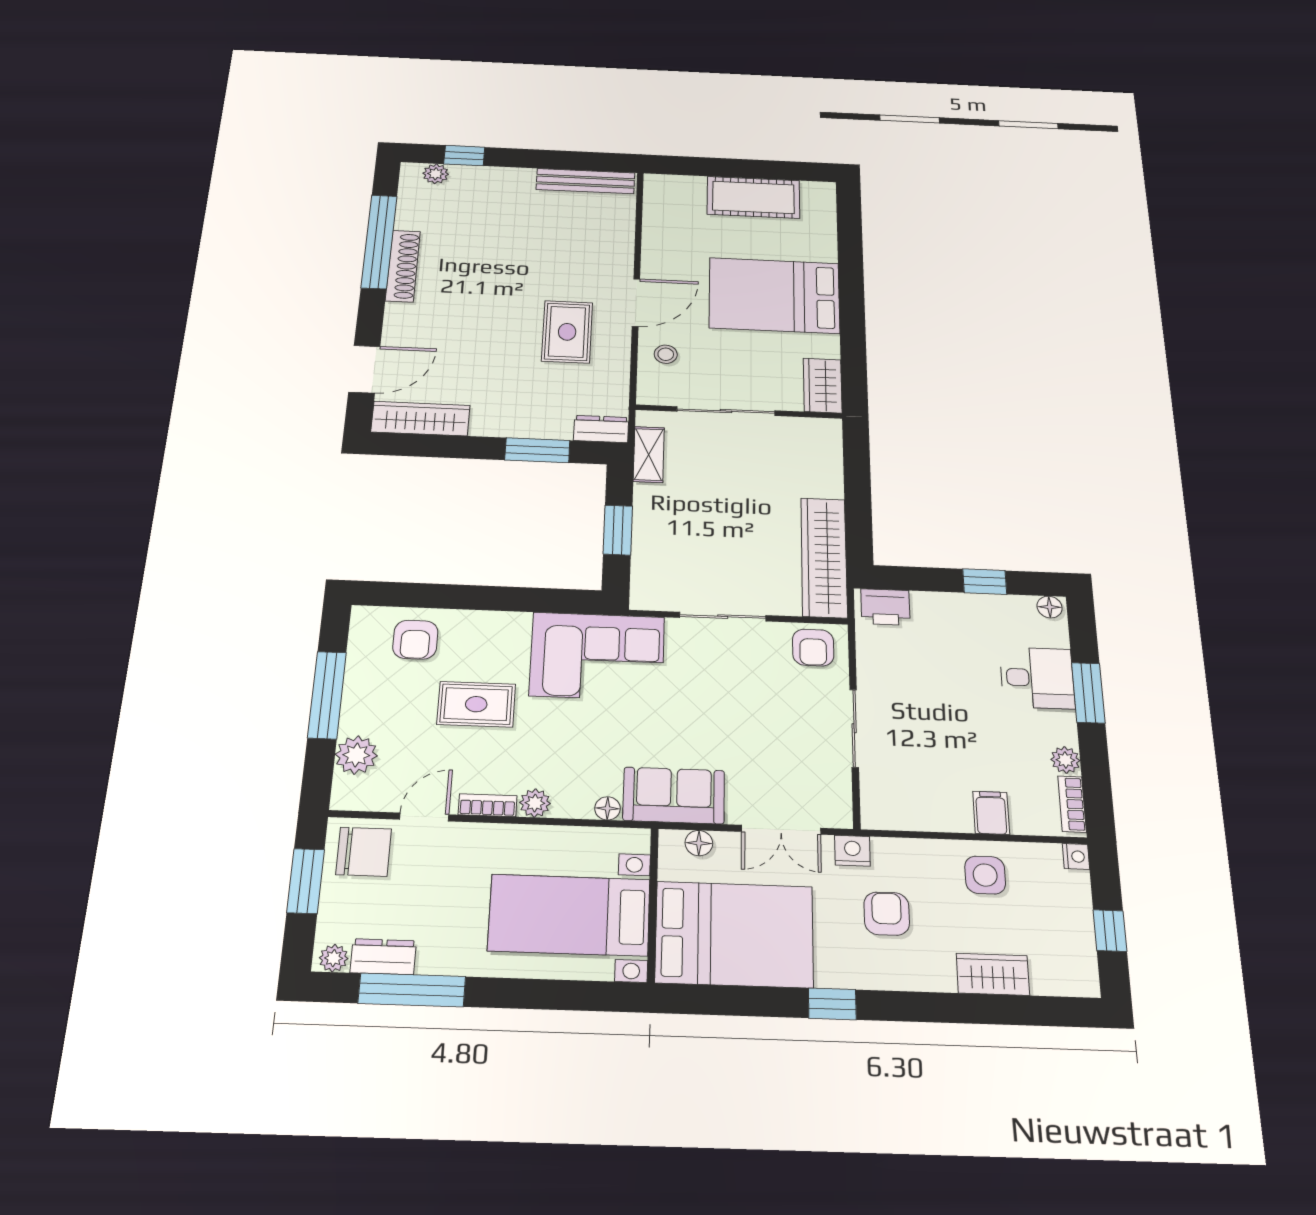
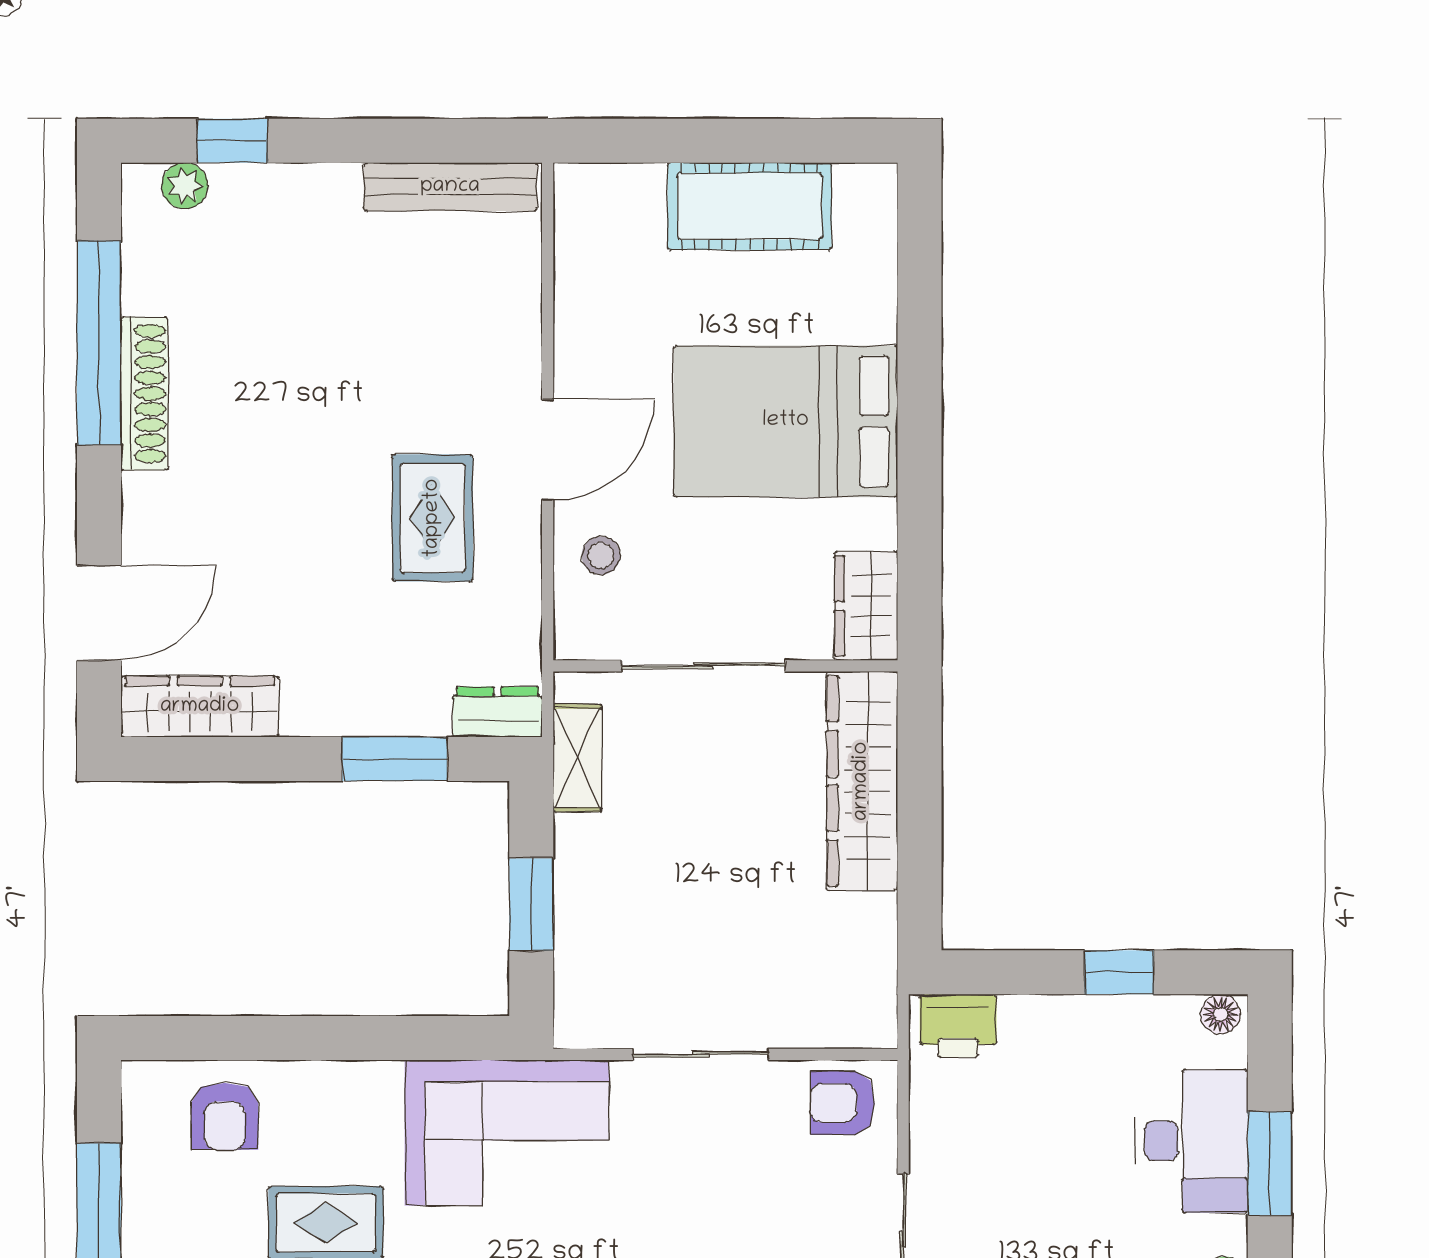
wardrobe: (824, 557) -> (862, 781), moved
armchair: (813, 648) -> (842, 1103), turned 90
desk: (1037, 678) -> (1192, 1141), width x1.37

